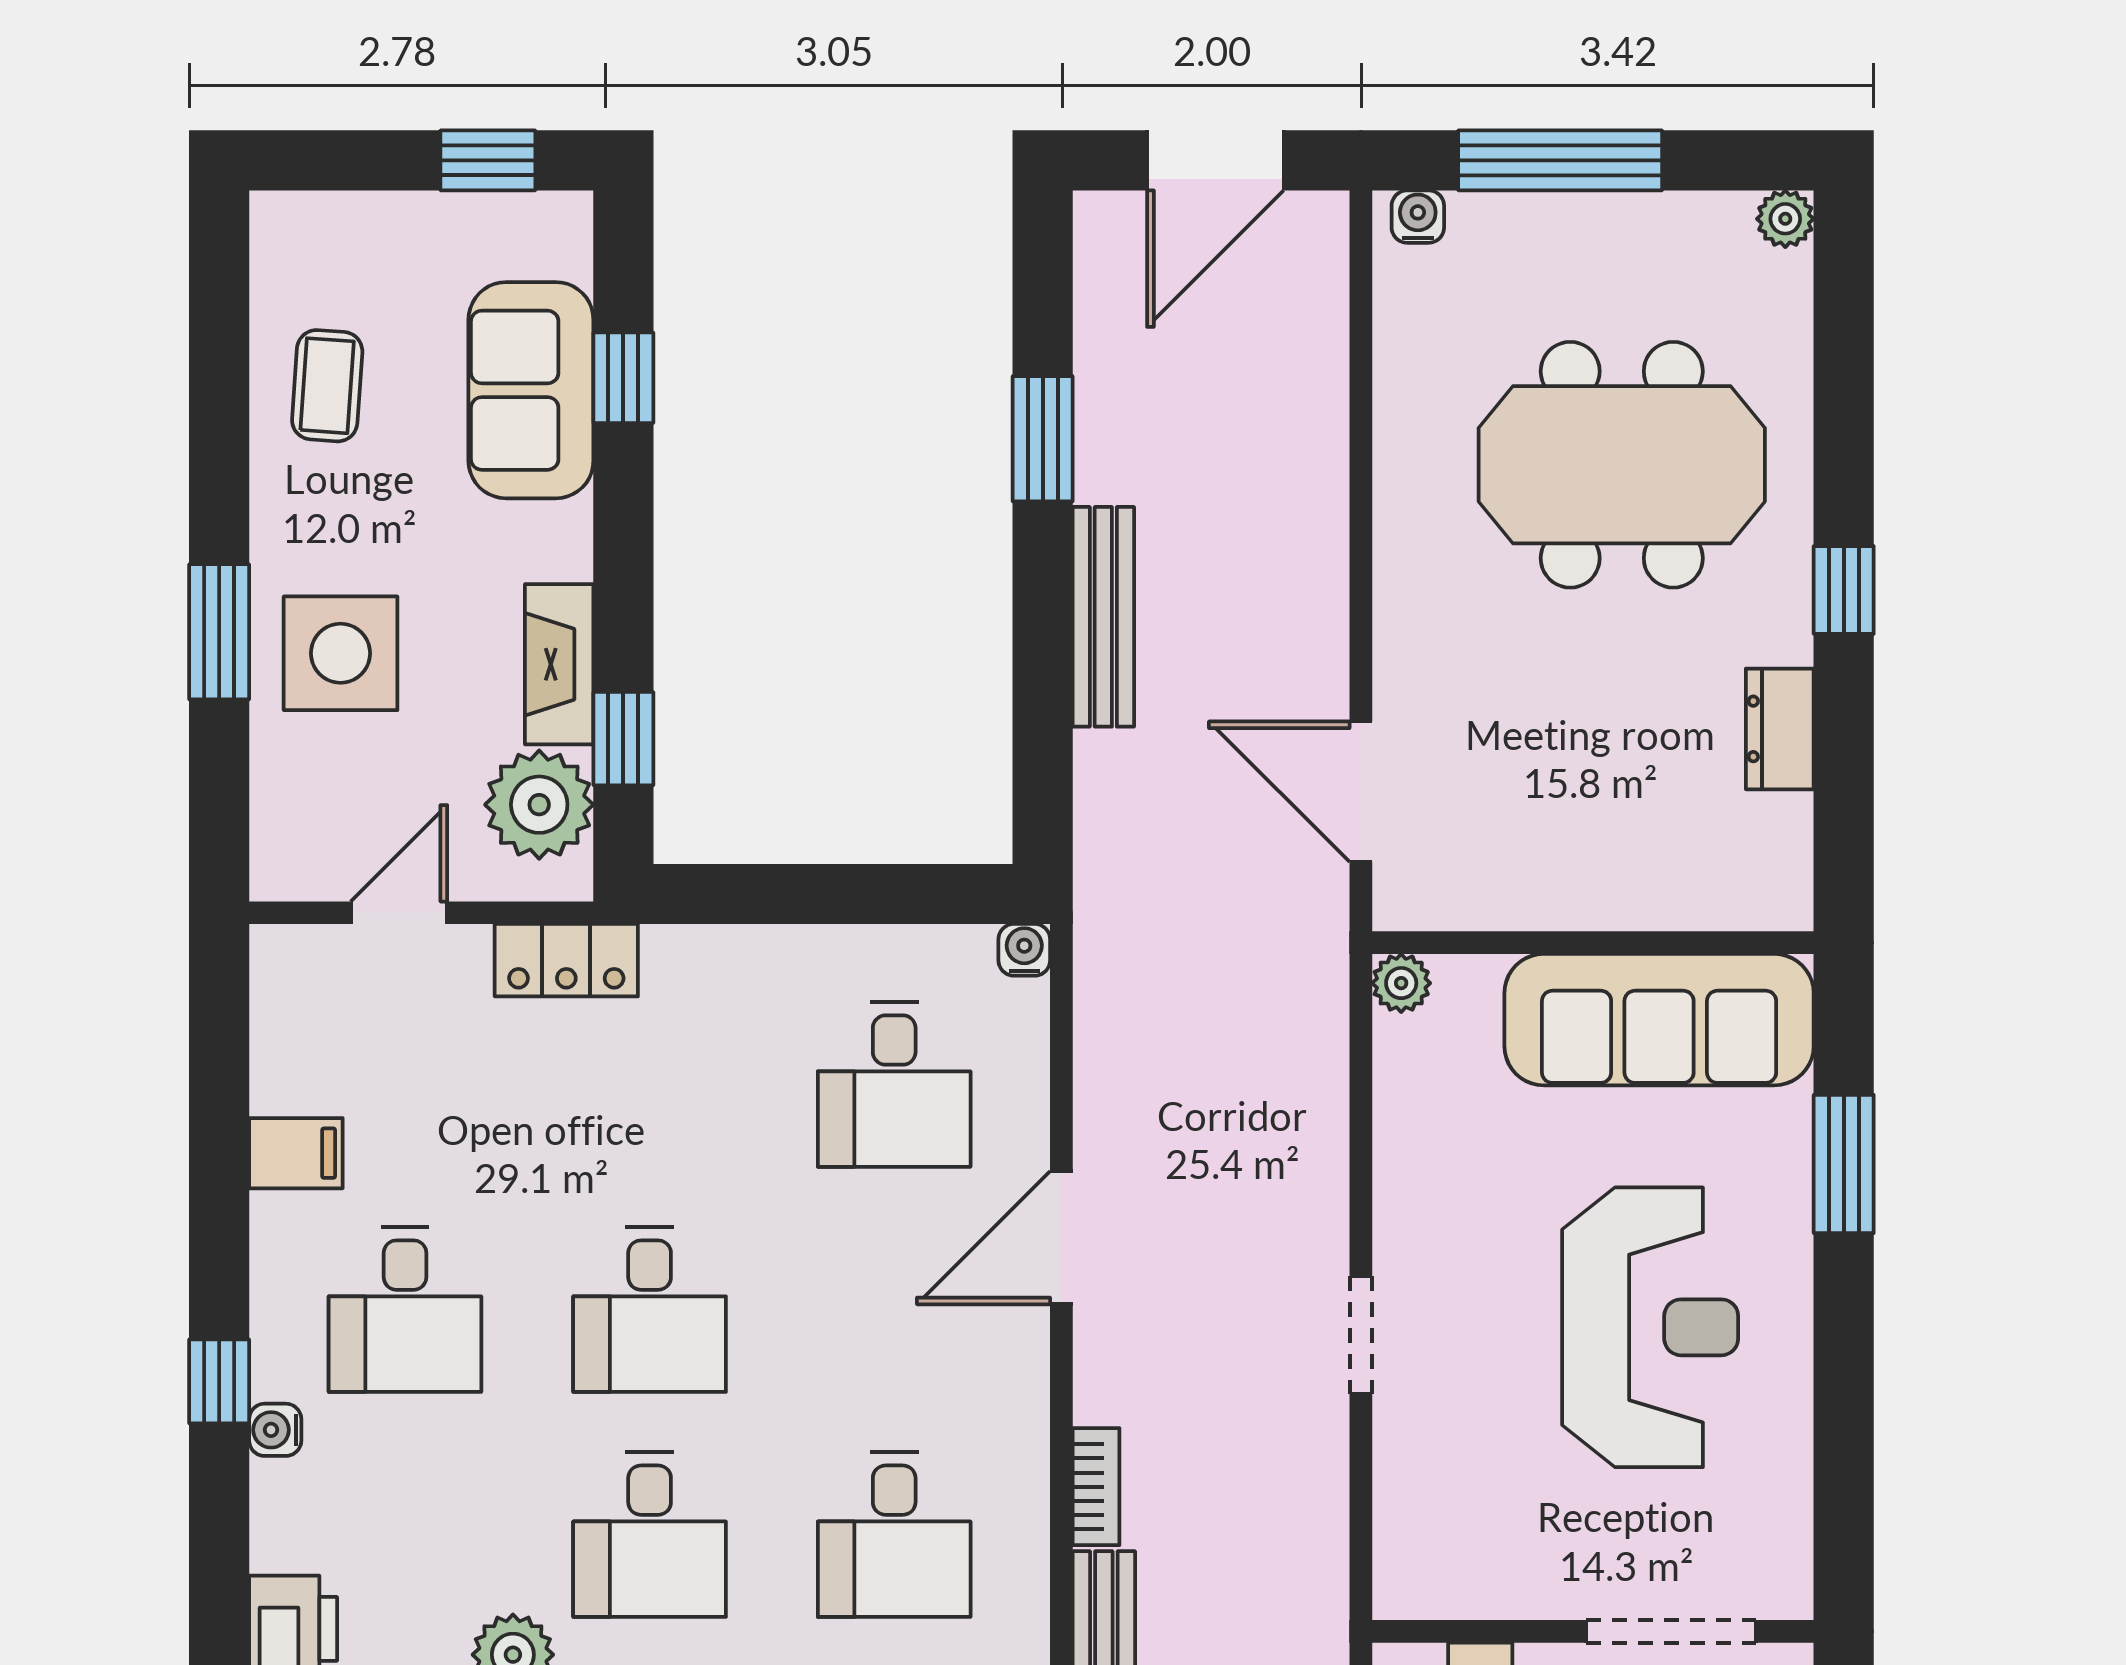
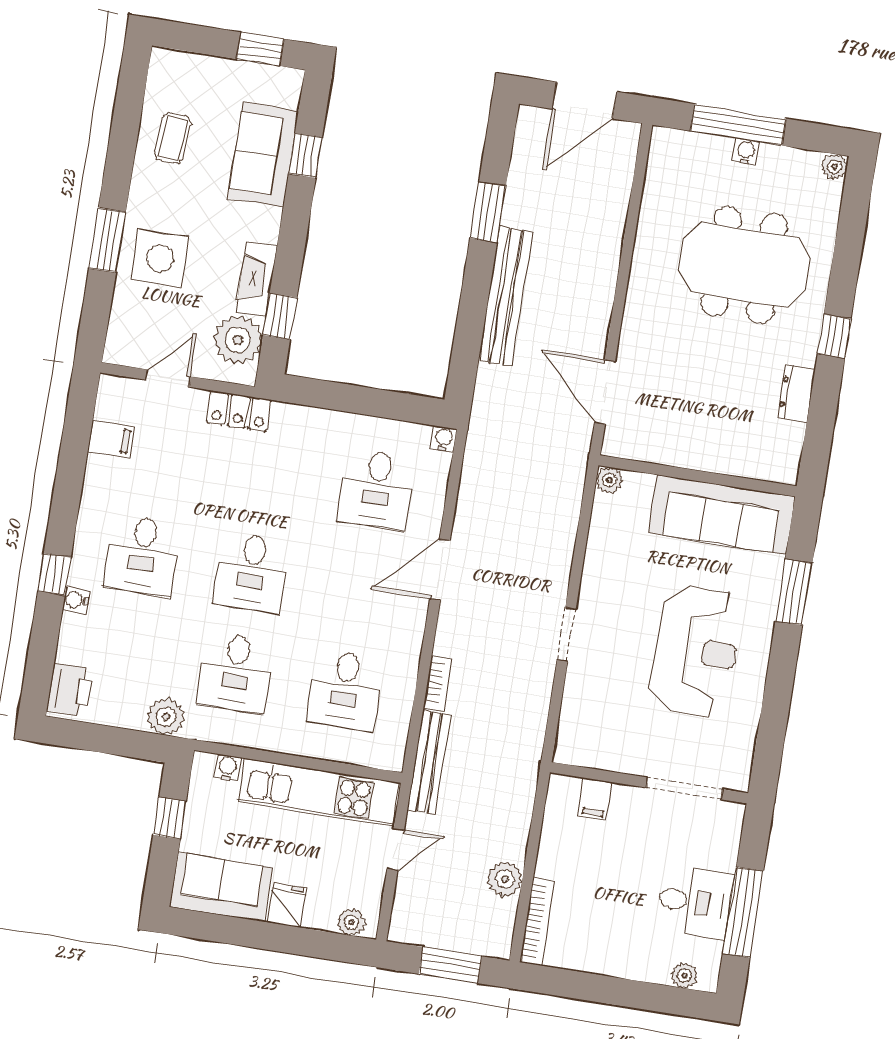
water cooler: (1418, 217) -> (746, 152), moved
bench: (1103, 617) -> (505, 296), width x1.37, depth x1.21
filing cabinet: (296, 1153) -> (111, 439), moved

